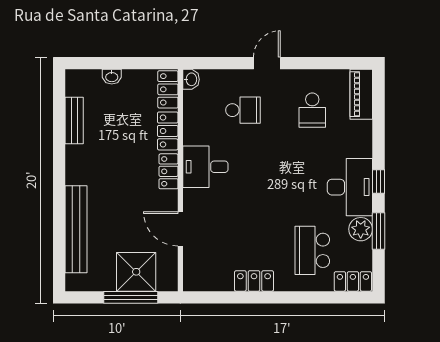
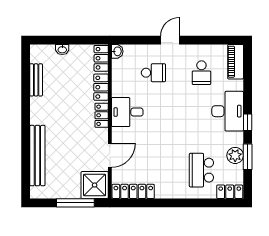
desk: (350, 187) -> (228, 111), moved
door: (180, 229) -> (110, 155), swing flipped
shower: (136, 272) -> (95, 185), moved
locker: (254, 281) -> (133, 191), moved, width x1.53

